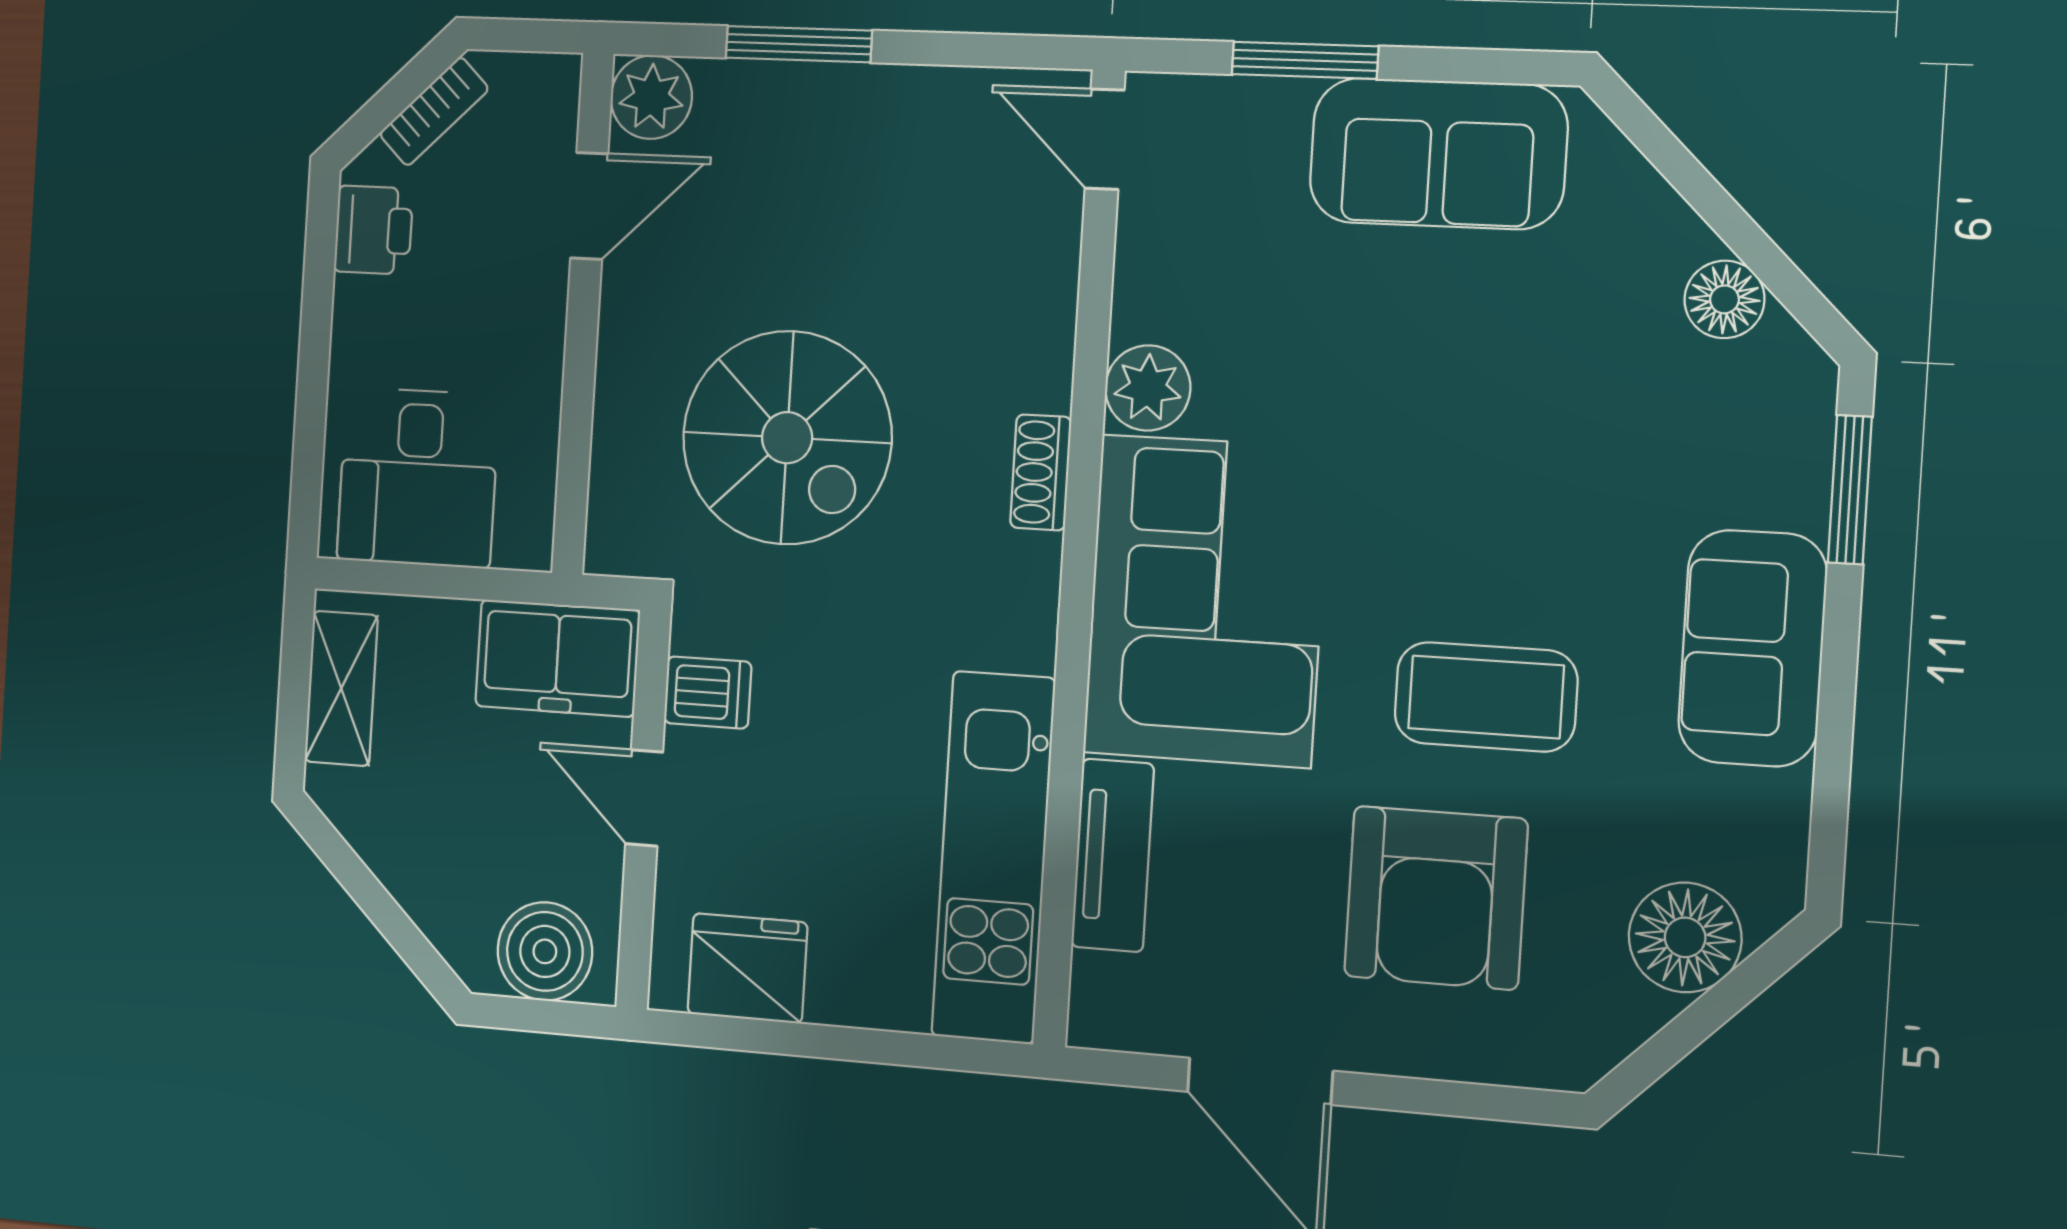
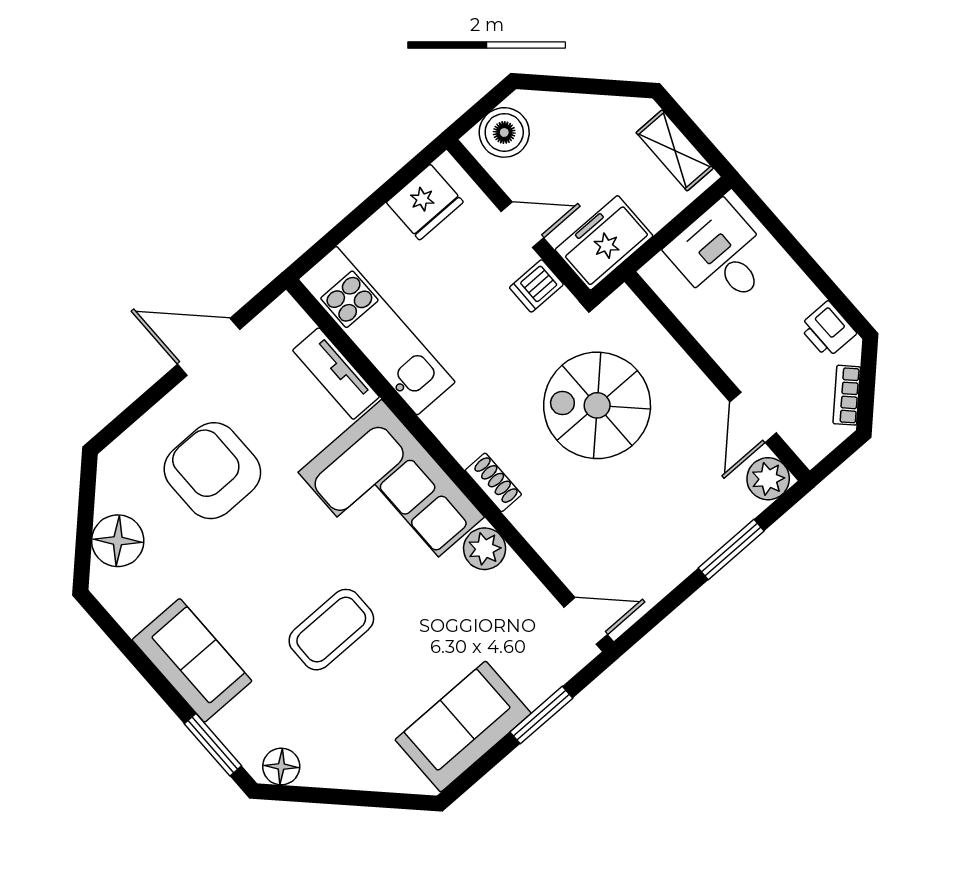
floor lamp: (1724, 299) -> (281, 767), moved
coffee table: (1486, 697) -> (331, 630), moved

